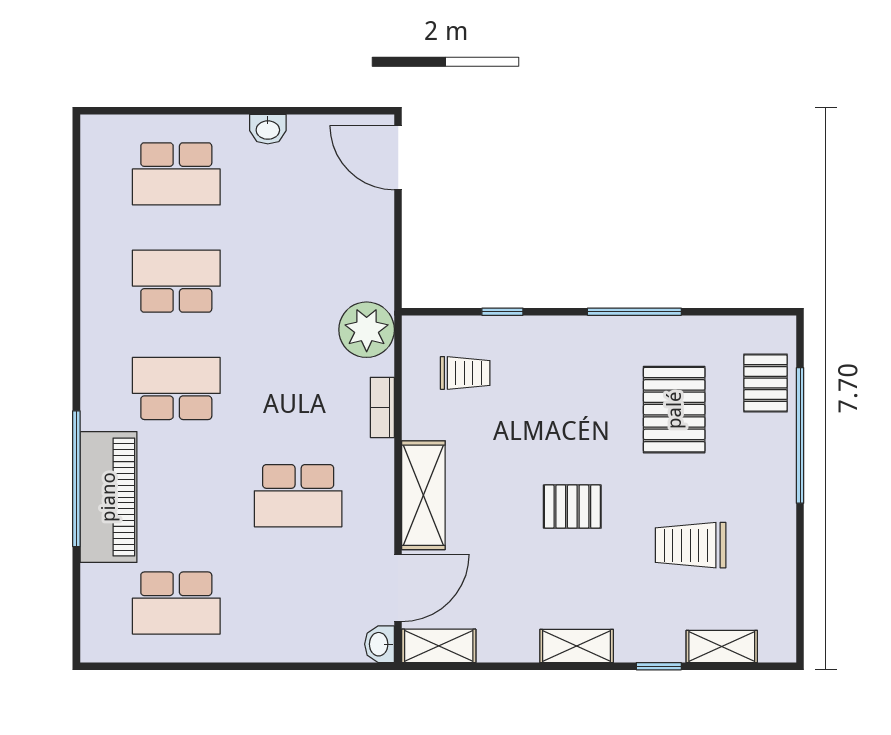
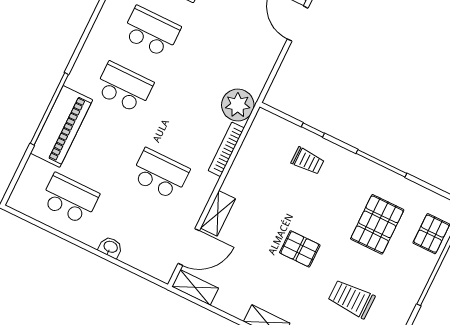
trolley: (465, 373) -> (308, 161), moved
bookcase: (382, 407) -> (226, 149), width x1.56
shelving: (423, 495) -> (218, 213), width x0.67, depth x0.75
school desk: (298, 496) -> (160, 174), turned 180
school desk: (176, 603) -> (70, 199), turned 180
washbasin: (380, 644) -> (110, 247), moved, turned 90

